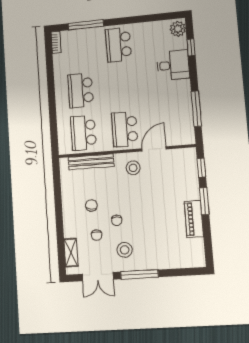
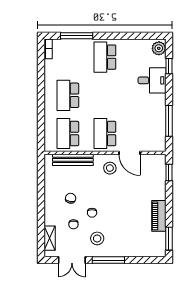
door: (154, 149) -> (129, 153), swing flipped
window: (204, 201) -> (169, 239), moved

